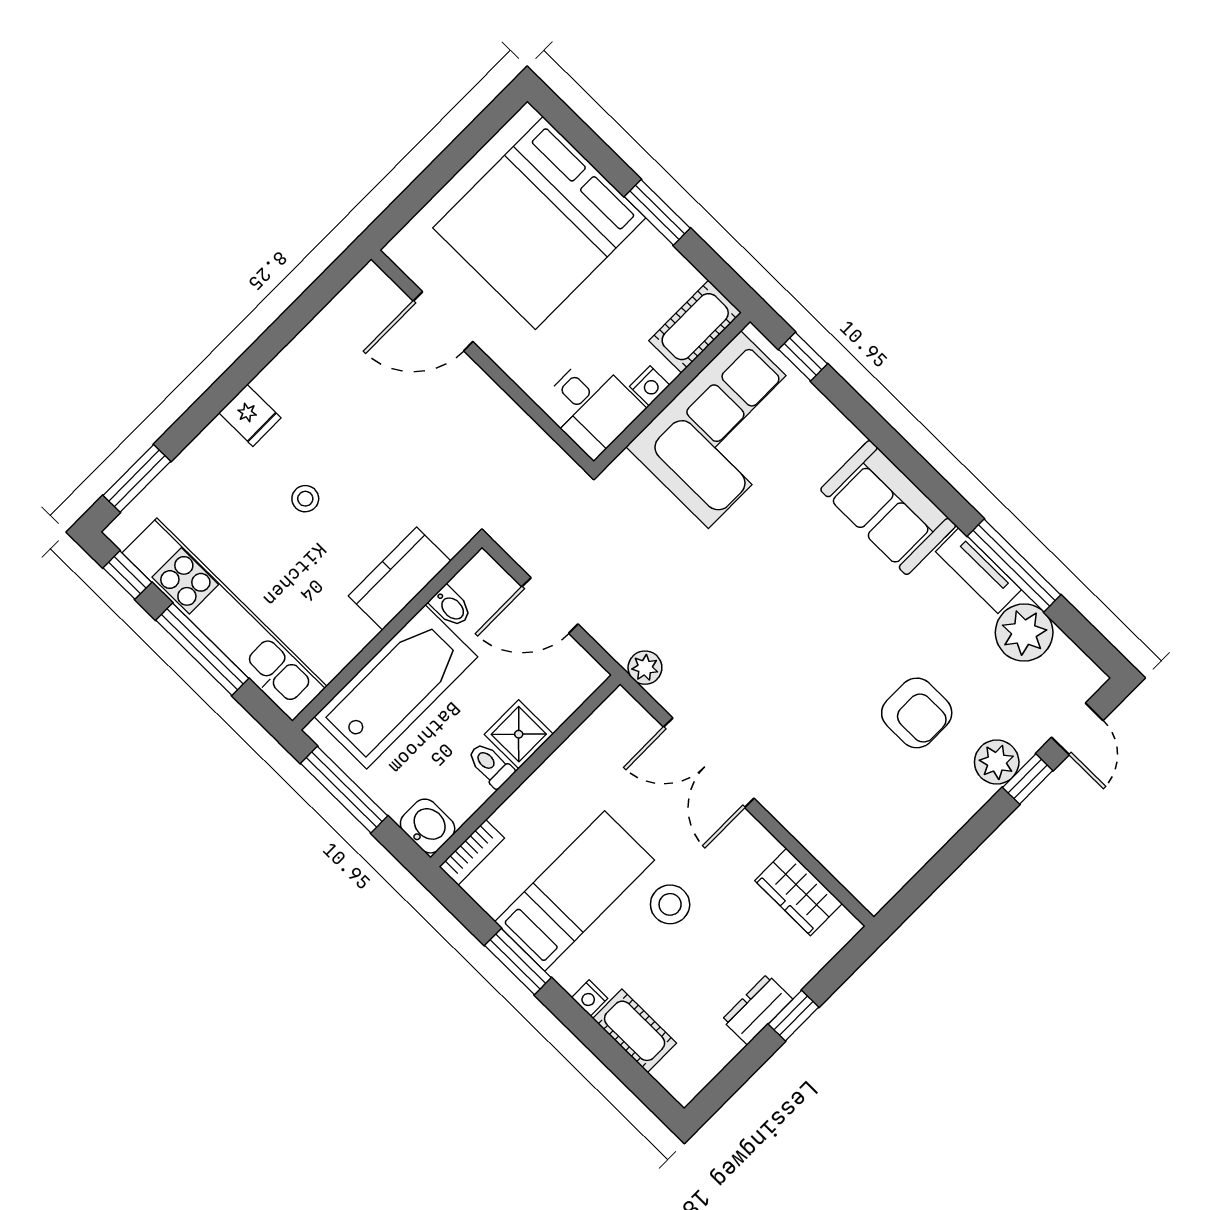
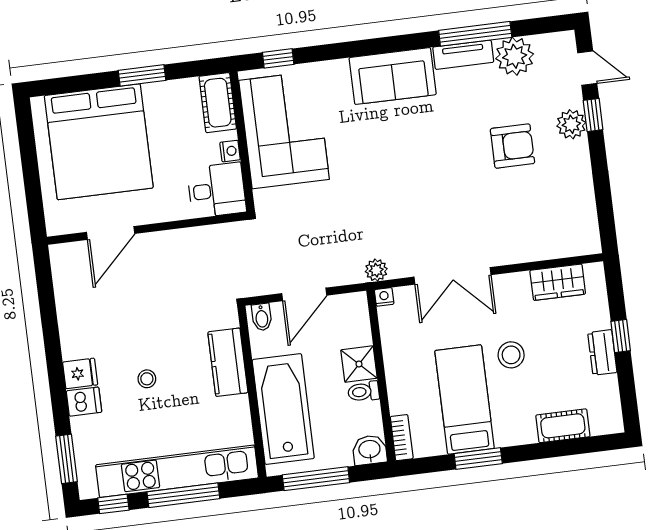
dishwasher: (220, 446) -> (84, 402), added
bidet: (451, 607) -> (262, 317), moved, turned 90
nightstand: (590, 998) -> (384, 297), moved, turned 180

